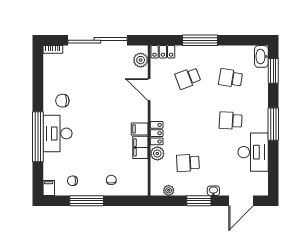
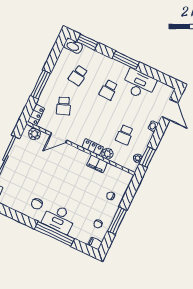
filing cabinet: (140, 129) -> (84, 158), removed
window: (199, 201) -> (147, 157), moved

